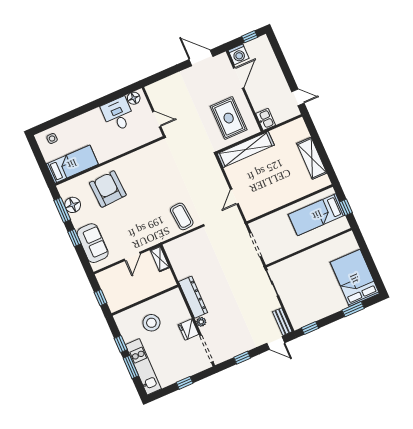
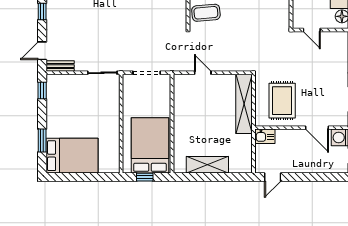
rug: (229, 118) -> (282, 101), turned 90
door: (157, 119) -> (312, 30), hinge flipped
bed: (317, 215) -> (150, 145), width x1.50

